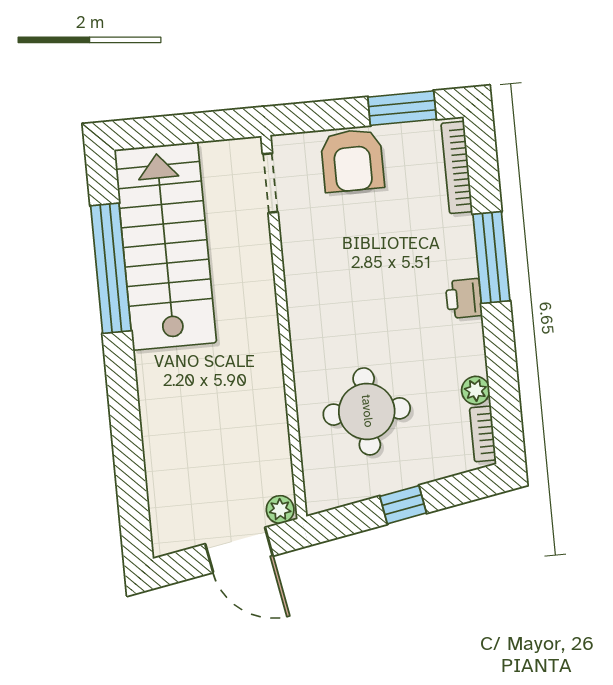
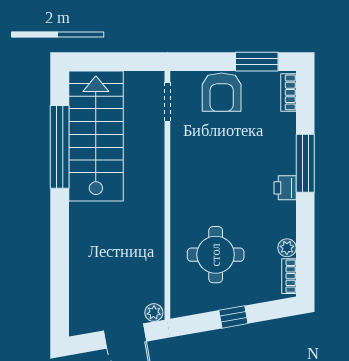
bookcase: (457, 167) -> (288, 92), width x0.64

